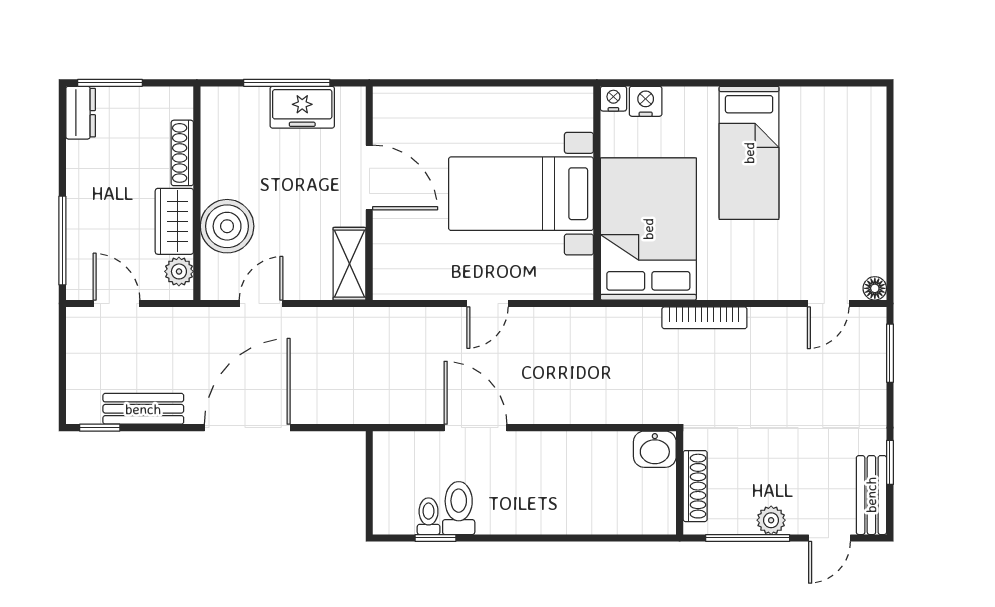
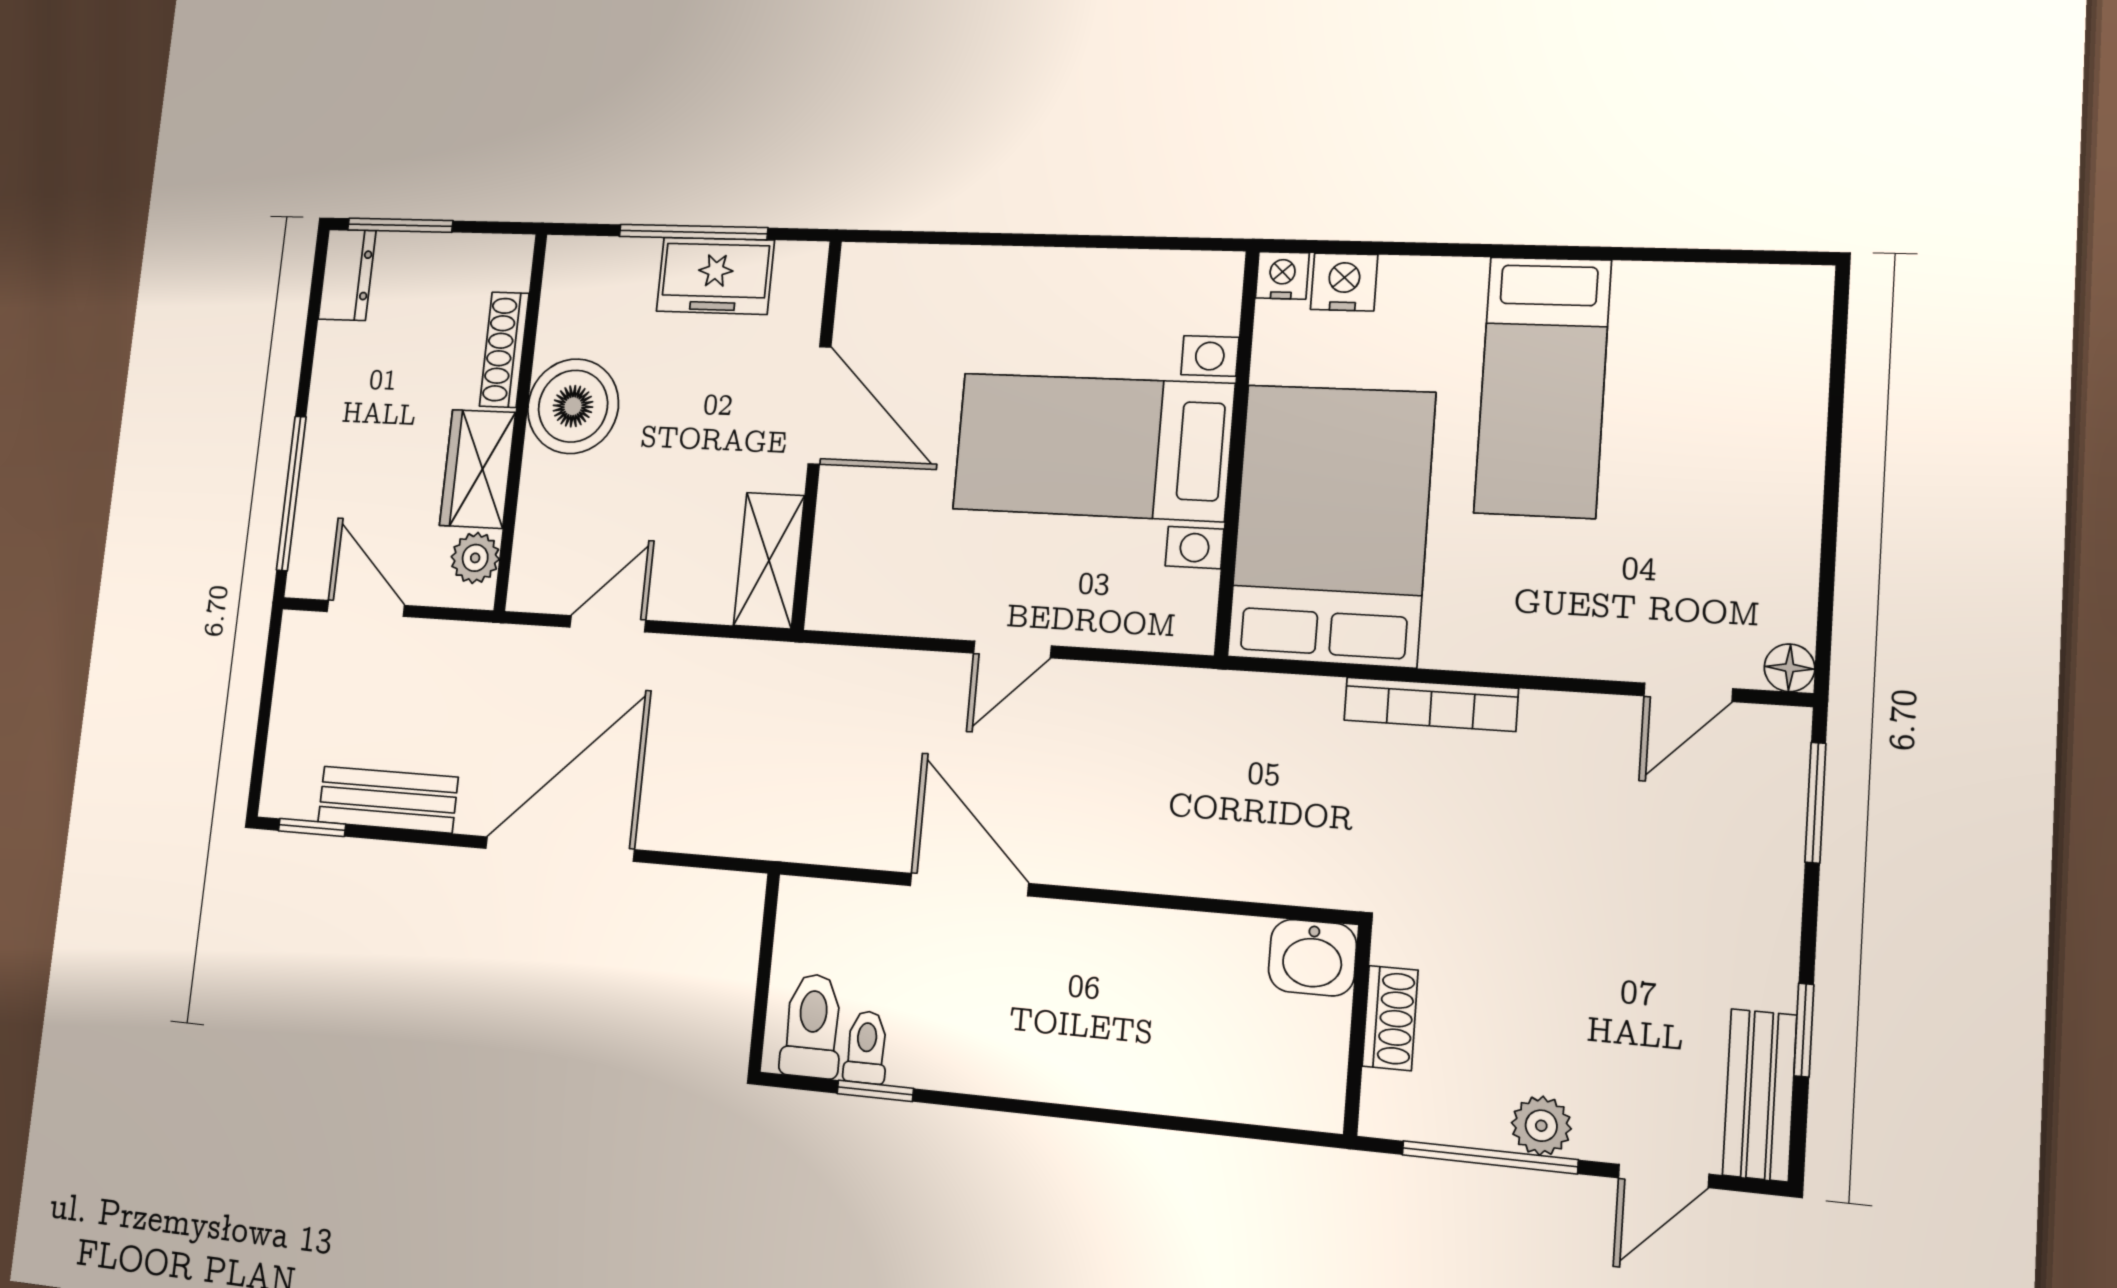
boiler: (227, 226) -> (573, 406), moved
shoe rack: (695, 486) -> (1390, 1018), width x0.70
toilet: (459, 508) -> (812, 1026), moved

